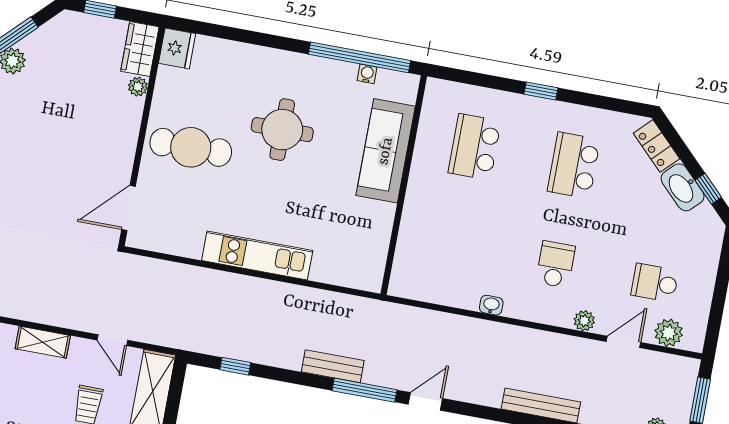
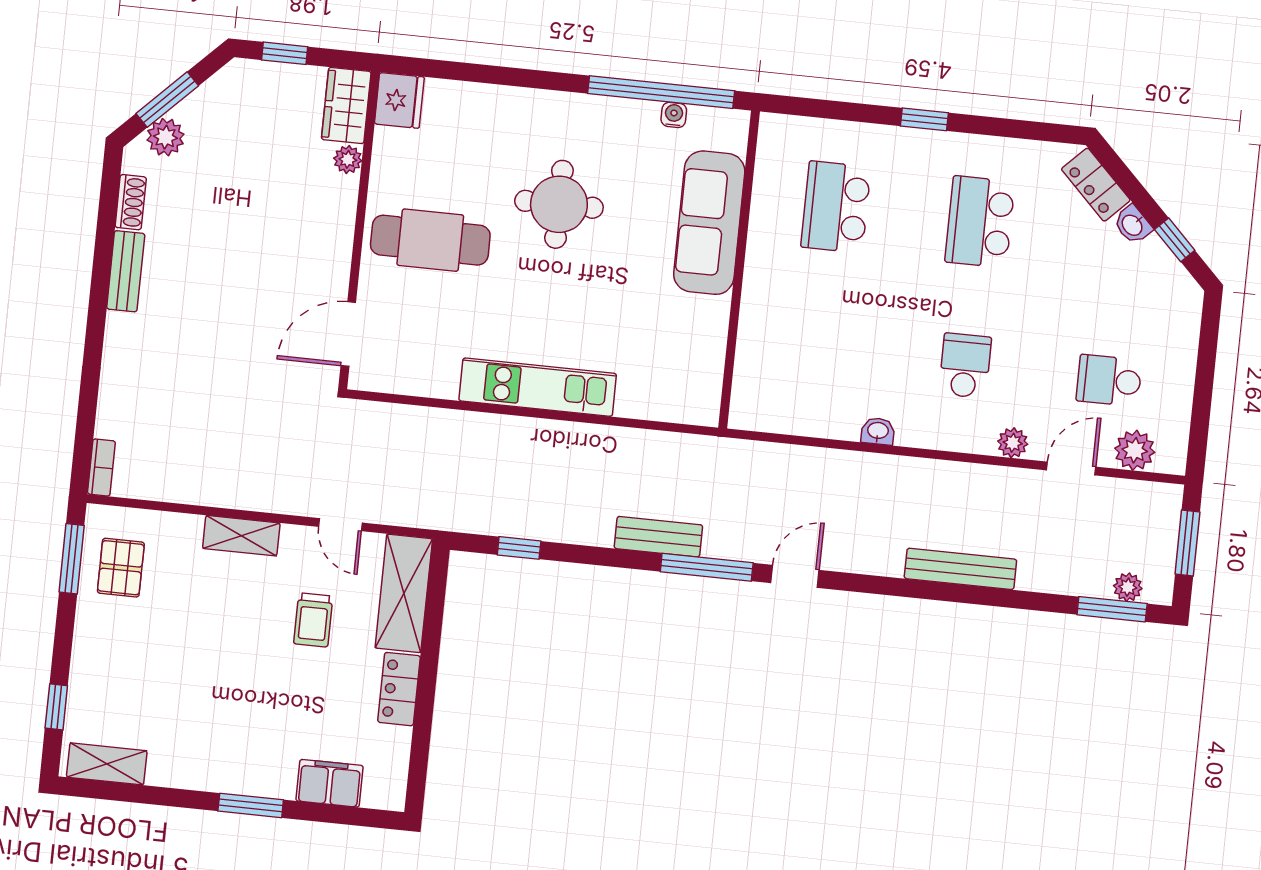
washbasin: (683, 187) -> (1133, 225), width x0.52, depth x0.69

